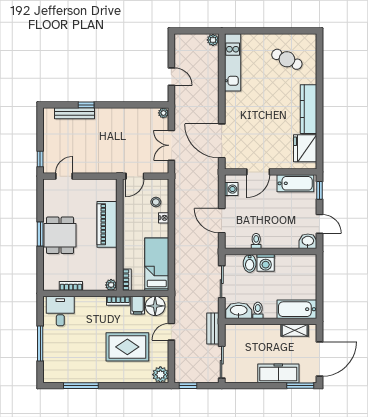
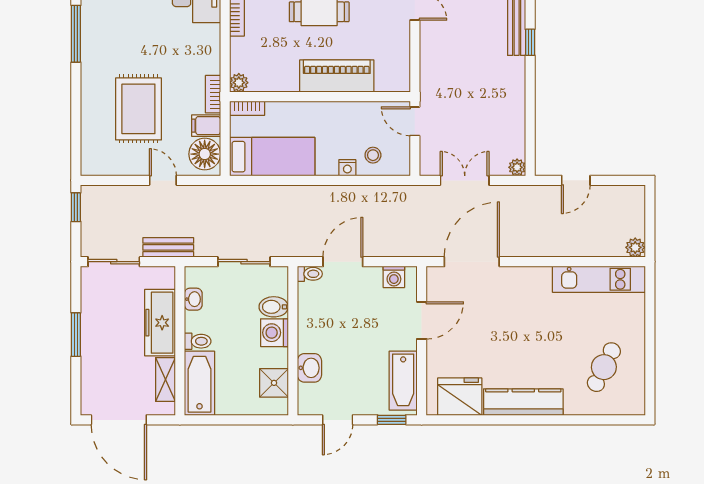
door: (258, 172) -> (422, 320), swing flipped
toilet: (256, 241) -> (310, 274), moved
washbasin: (308, 241) -> (309, 368), moved
shower: (297, 263) -> (274, 383), added
toilet: (258, 310) -> (198, 341), moved
washbasin: (239, 311) -> (193, 299), width x0.52, depth x0.69
freezer: (278, 373) -> (160, 323), moved, turned 180
plant: (160, 375) -> (94, 163), removed
window: (300, 386) -> (76, 335), moved

